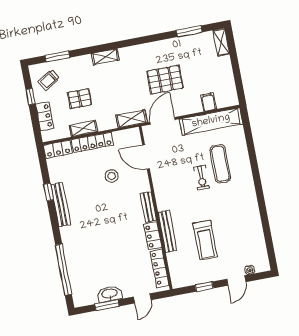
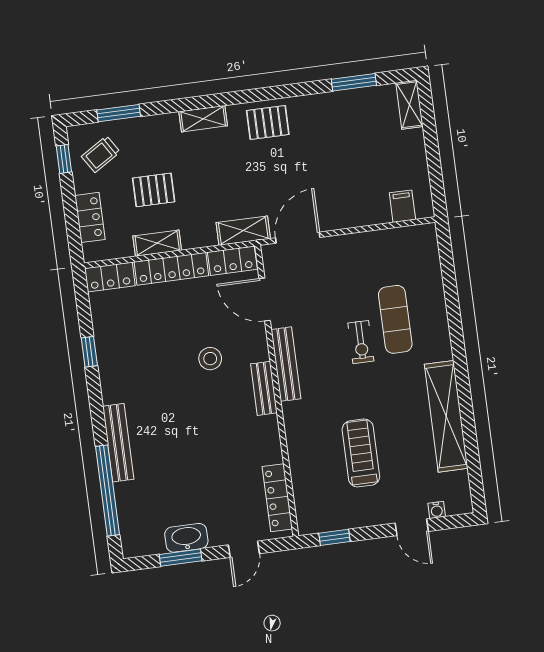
pallet: (165, 80) -> (268, 122), moved, width x0.67, depth x0.71
window: (30, 97) -> (64, 159), moved
filing cabinet: (208, 102) -> (402, 206), moved
shelving: (211, 121) -> (446, 416), moved, turned 90
stool: (112, 176) -> (210, 359), moved
bench: (61, 205) -> (118, 443), moved
bench: (167, 231) -> (286, 364), moved
locker: (153, 236) -> (232, 261), moved, turned -90
treadmill: (205, 240) -> (361, 453), turned 180
door: (236, 281) -> (412, 527), hinge flipped
window: (204, 287) -> (334, 537), moved

